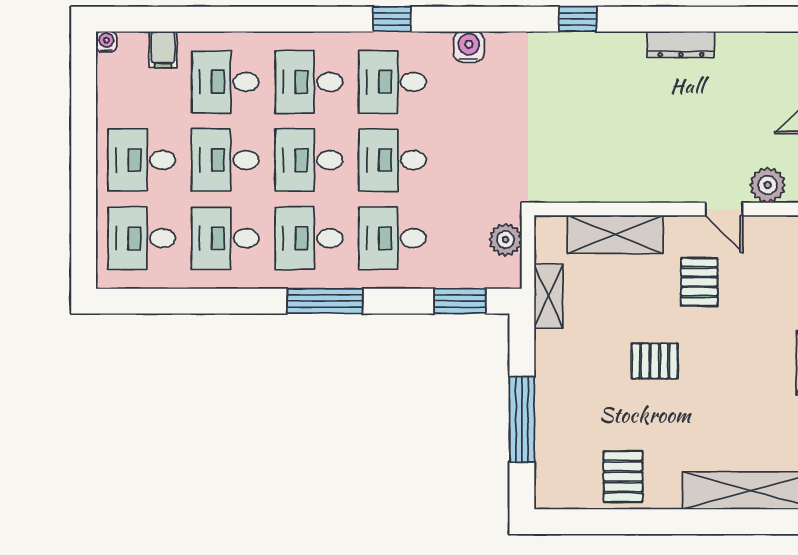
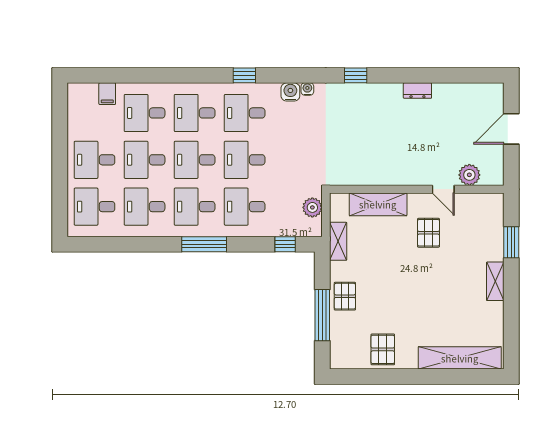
water cooler: (106, 42) -> (307, 89), moved
dresser: (681, 44) -> (417, 91), width x0.70
window: (460, 301) -> (285, 244), width x0.67
pallet: (655, 361) -> (345, 296), moved, turned 90

